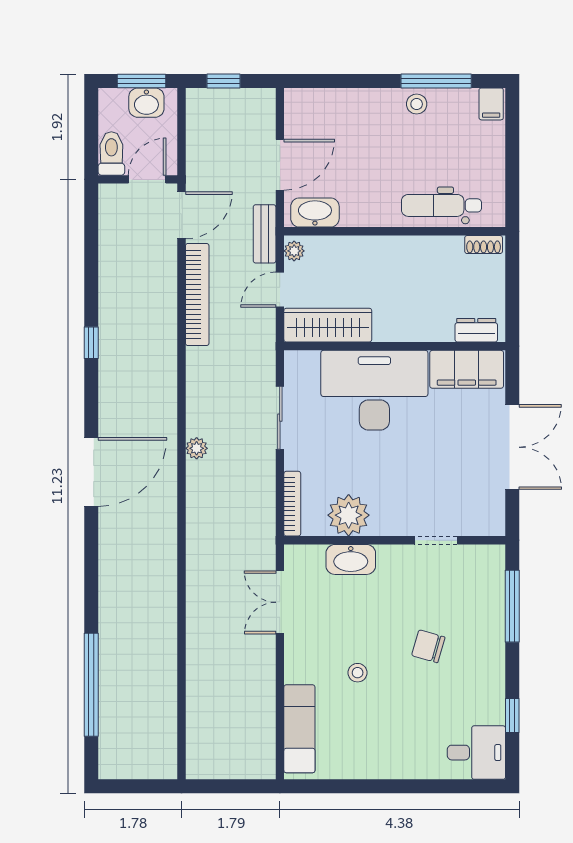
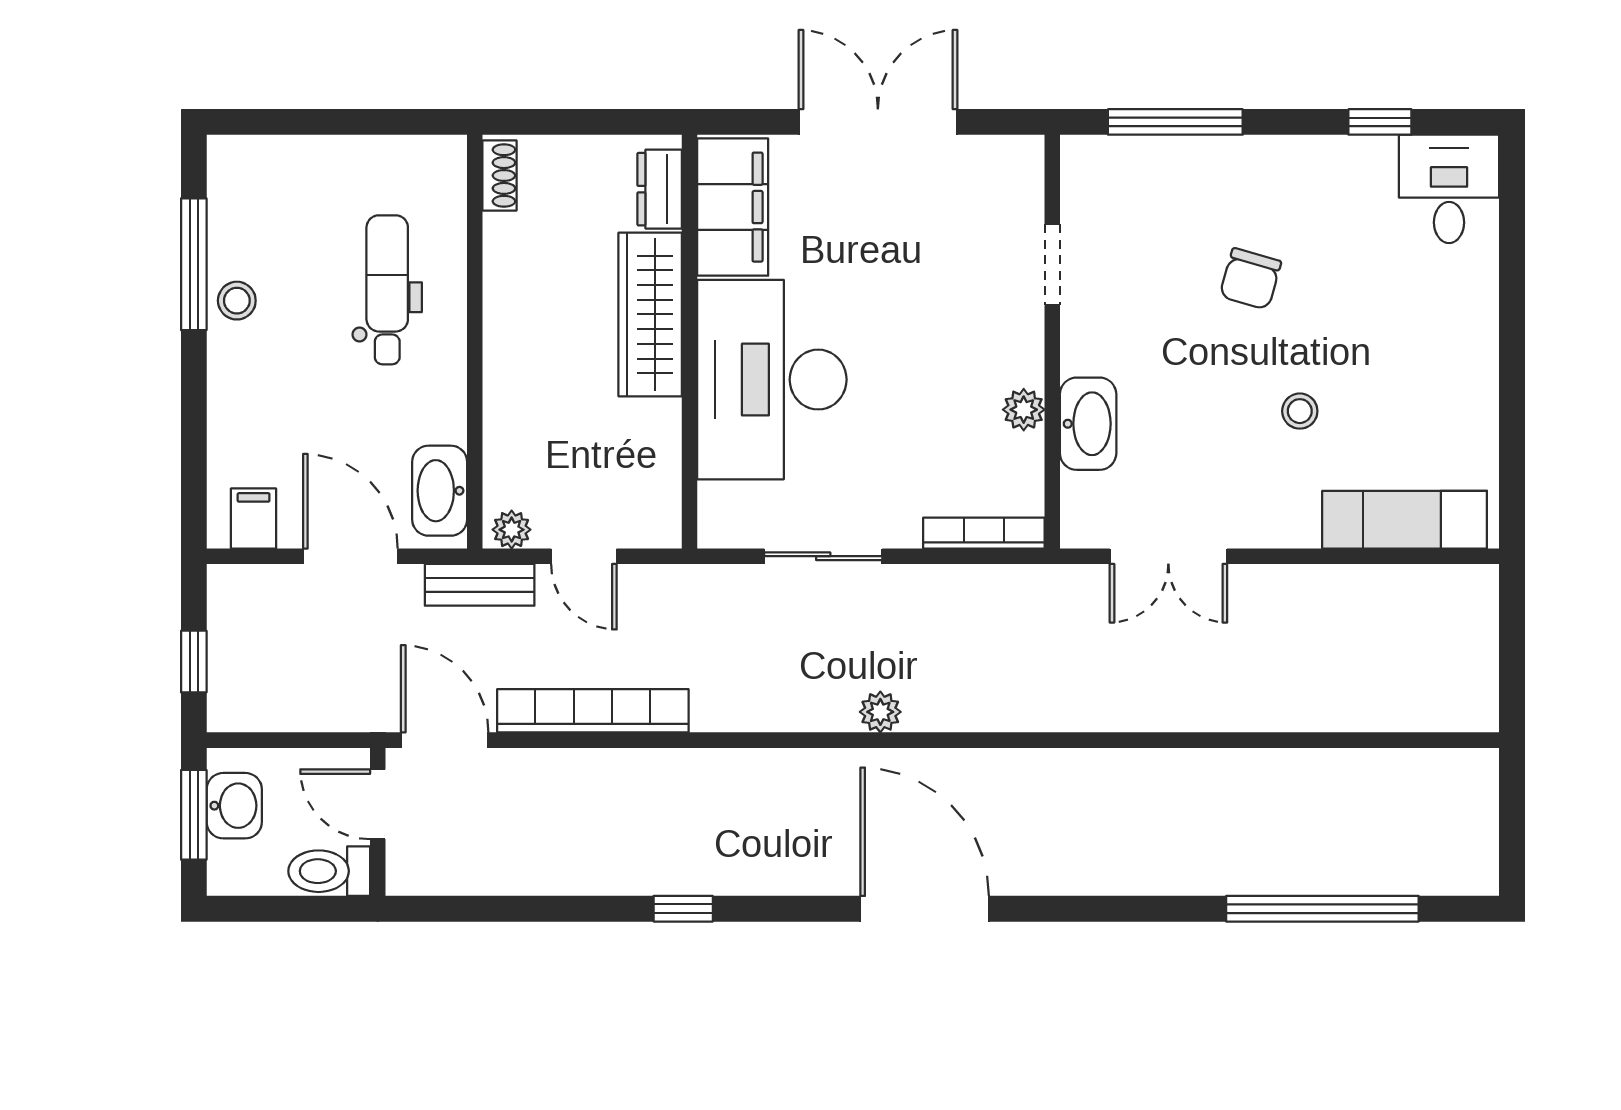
filing cabinet: (491, 104) -> (254, 518), moved, turned -90
dental chair: (441, 205) -> (387, 290), moved, turned 180
wardrobe: (328, 325) -> (650, 314), moved
plant: (349, 515) -> (1024, 410), width x0.53, depth x0.53

